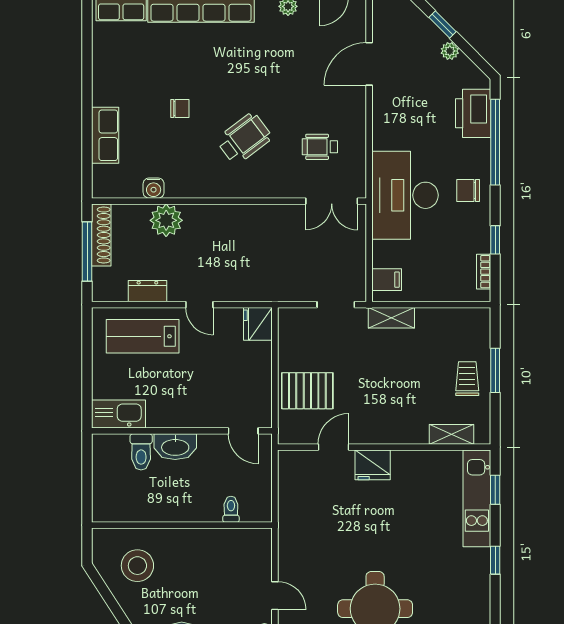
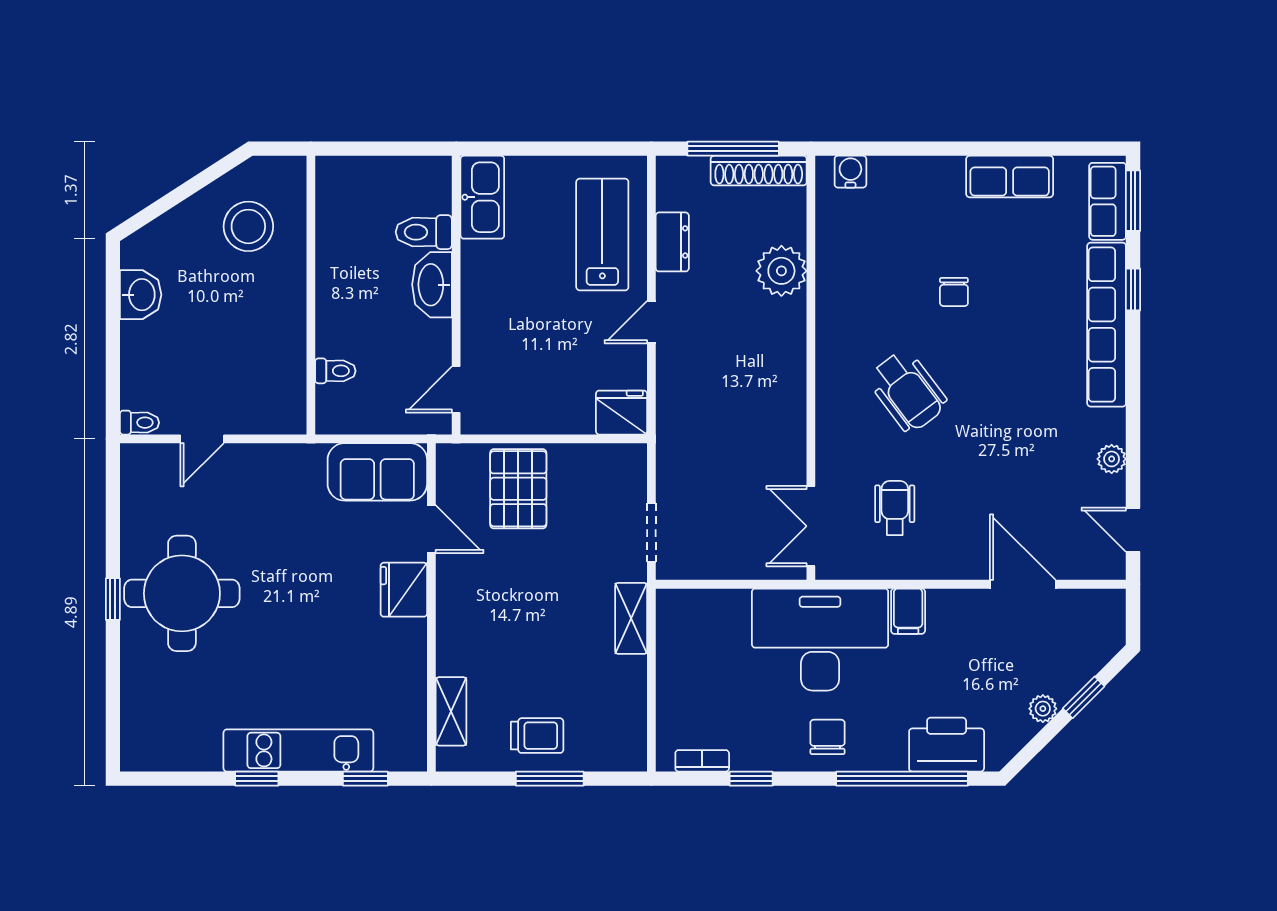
row of seats: (105, 135) -> (1010, 177), moved
water cooler: (154, 188) -> (850, 172), moved, turned 90
filing cabinet: (387, 280) -> (908, 611), moved
sofa: (296, 482) -> (377, 472), added
kitchen unit: (477, 498) -> (298, 750), moved

